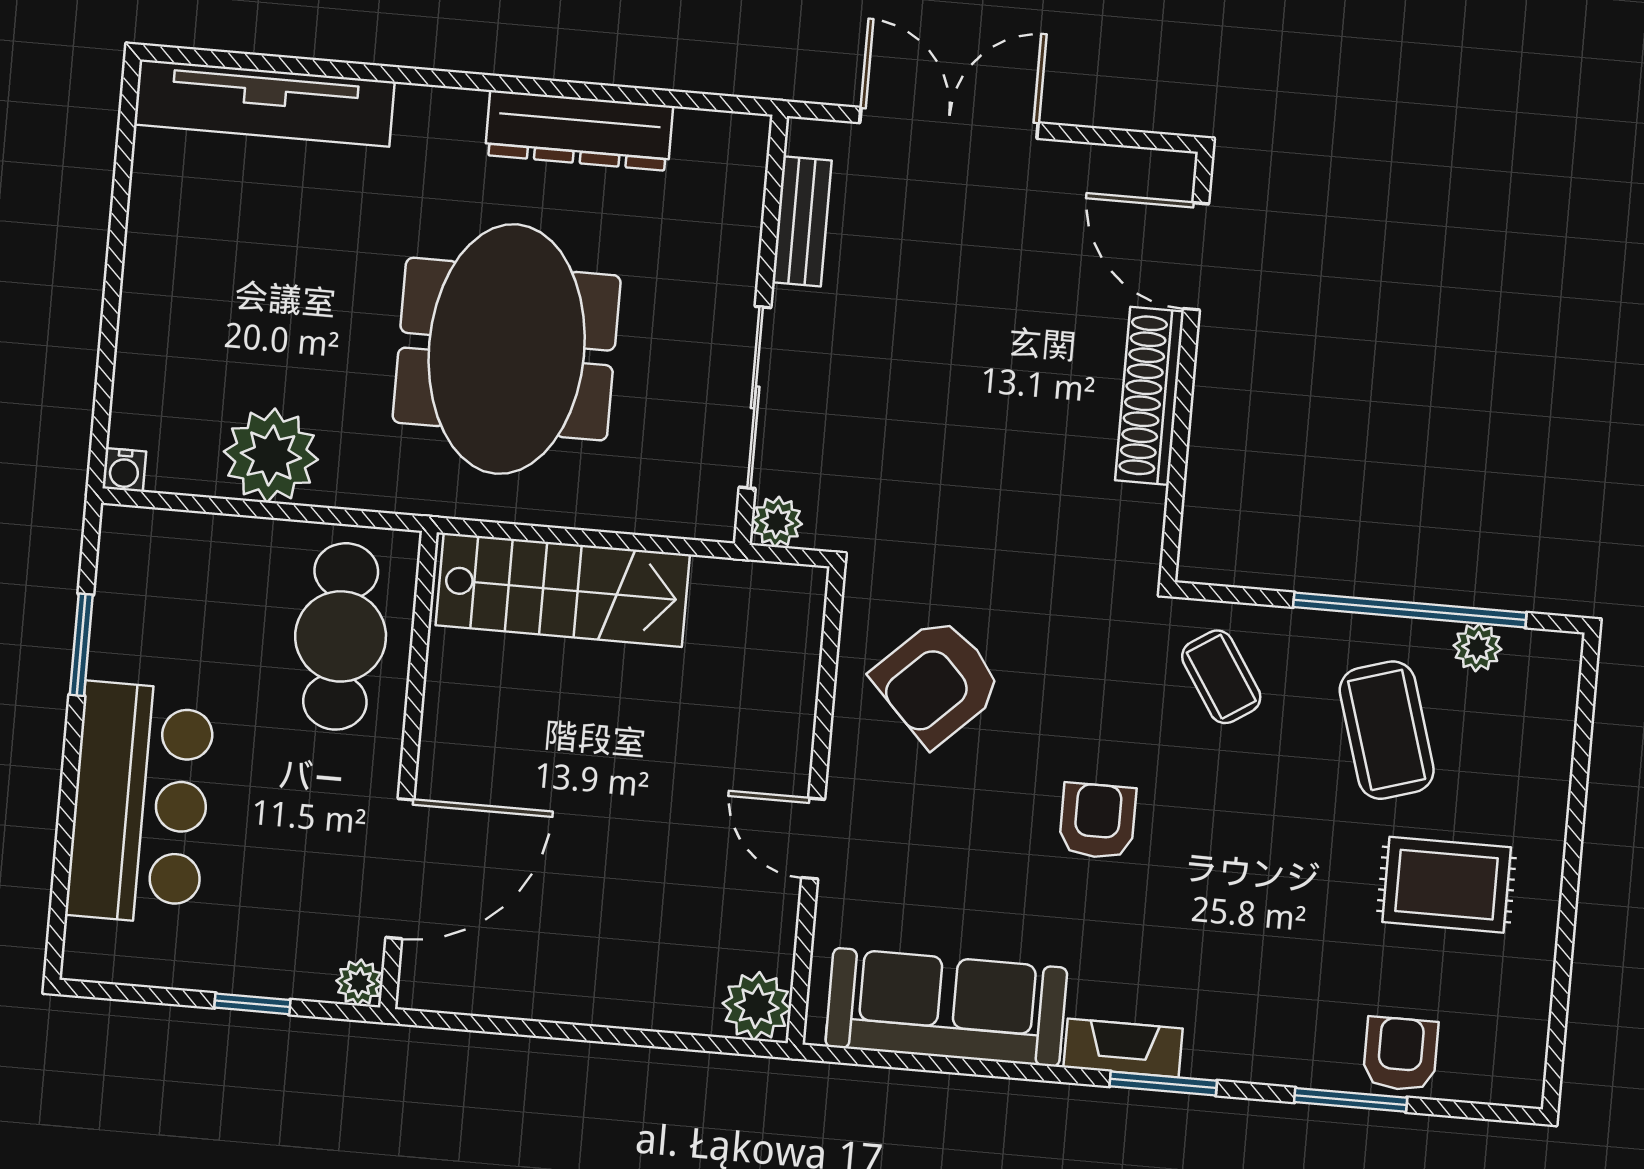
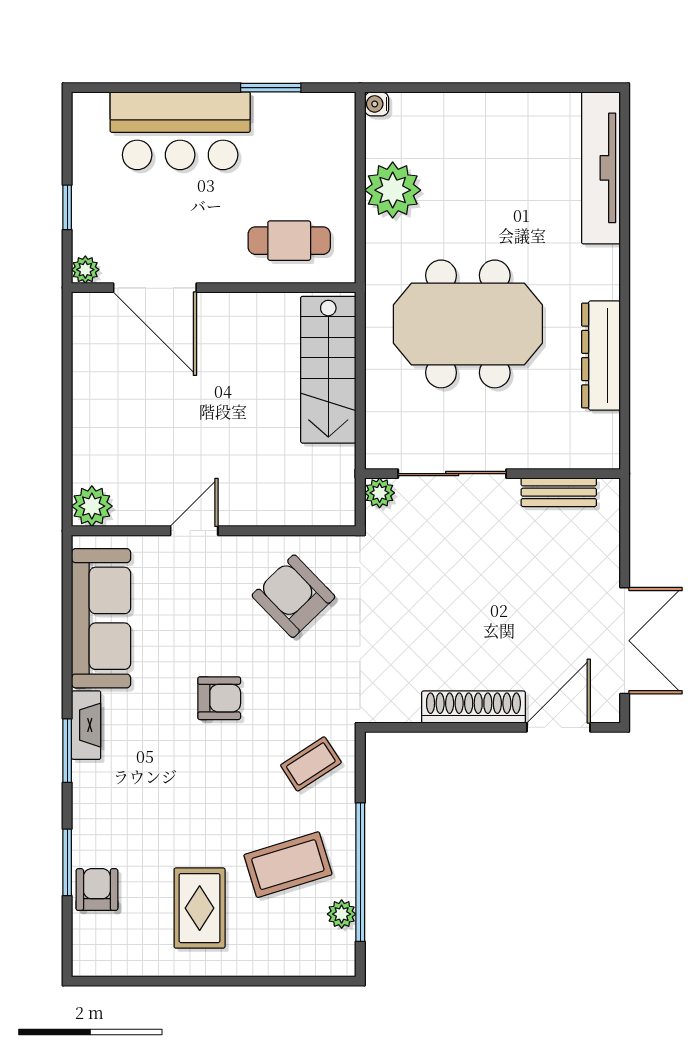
double door: (949, 123) -> (625, 641), moved
cafe table: (341, 636) -> (289, 241), width x0.73, depth x0.74
armchair: (1400, 1054) -> (97, 890), turned -90

